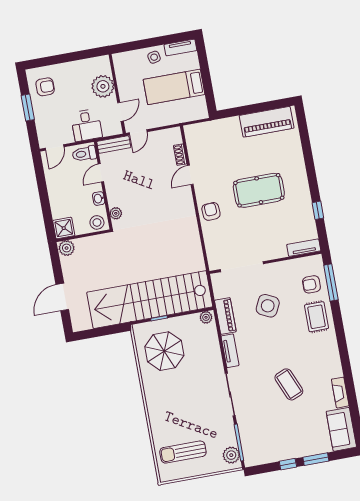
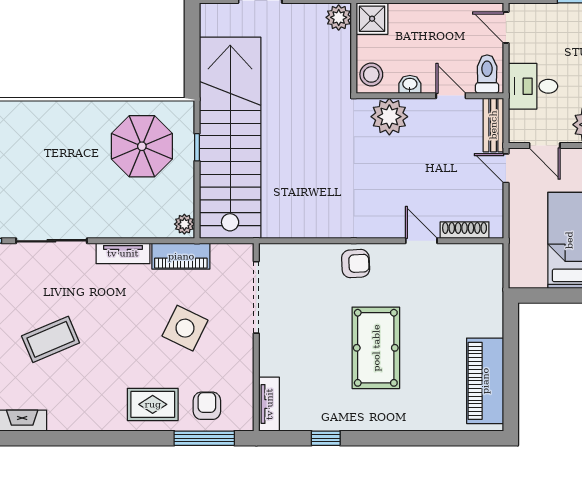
shoe rack: (180, 155) -> (465, 230), width x1.43
plant: (116, 213) -> (389, 117), width x1.87, depth x1.87

